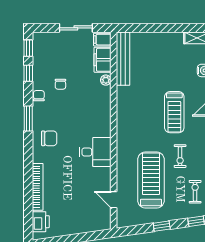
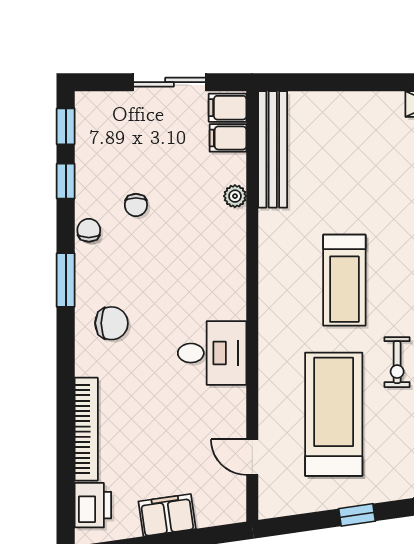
filing cabinet: (103, 60) -> (228, 138), width x0.50
treadmill: (174, 112) -> (344, 280), moved
filing cabinet: (75, 226) -> (167, 515), added

